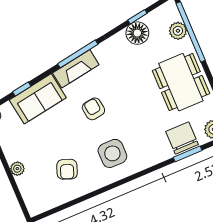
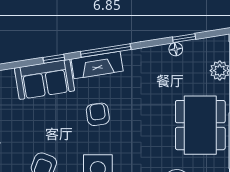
floor lamp: (137, 33) -> (176, 49), width x0.53, depth x0.53
window: (22, 89) -> (54, 59), moved

